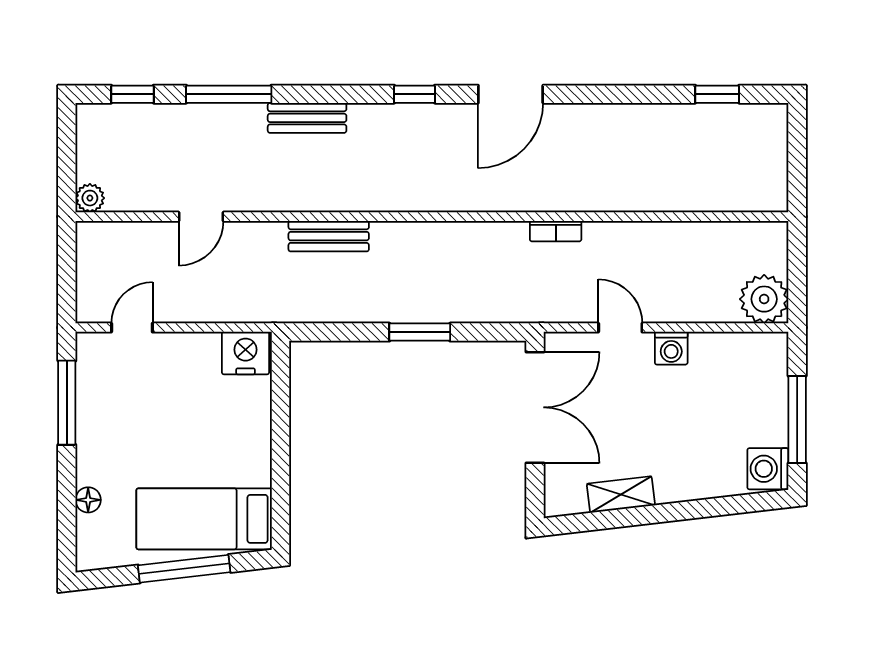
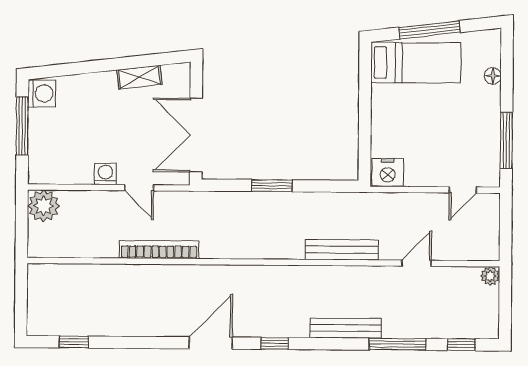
bench: (307, 118) -> (346, 328), width x1.36
bookcase: (556, 231) -> (159, 250), width x2.31, depth x1.31
bench: (329, 236) -> (342, 250), width x1.36

